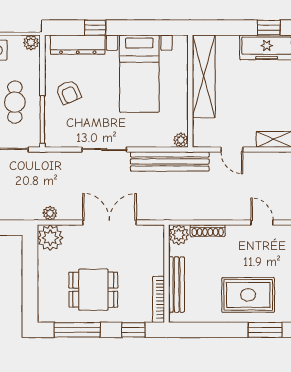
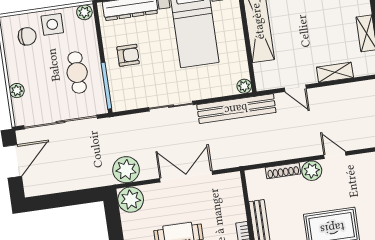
armchair: (69, 92) -> (128, 55), turned -67
plant: (50, 213) -> (126, 170), width x1.87, depth x1.87
plant: (179, 235) -> (312, 171), moved

